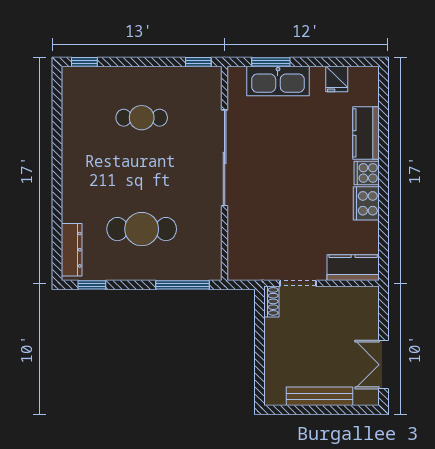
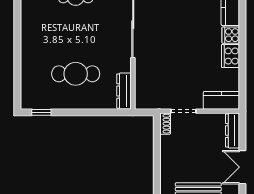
dresser: (72, 250) -> (124, 91), moved, turned 180
window: (182, 285) -> (104, 112), removed
dresser: (369, 311) -> (233, 130), added

